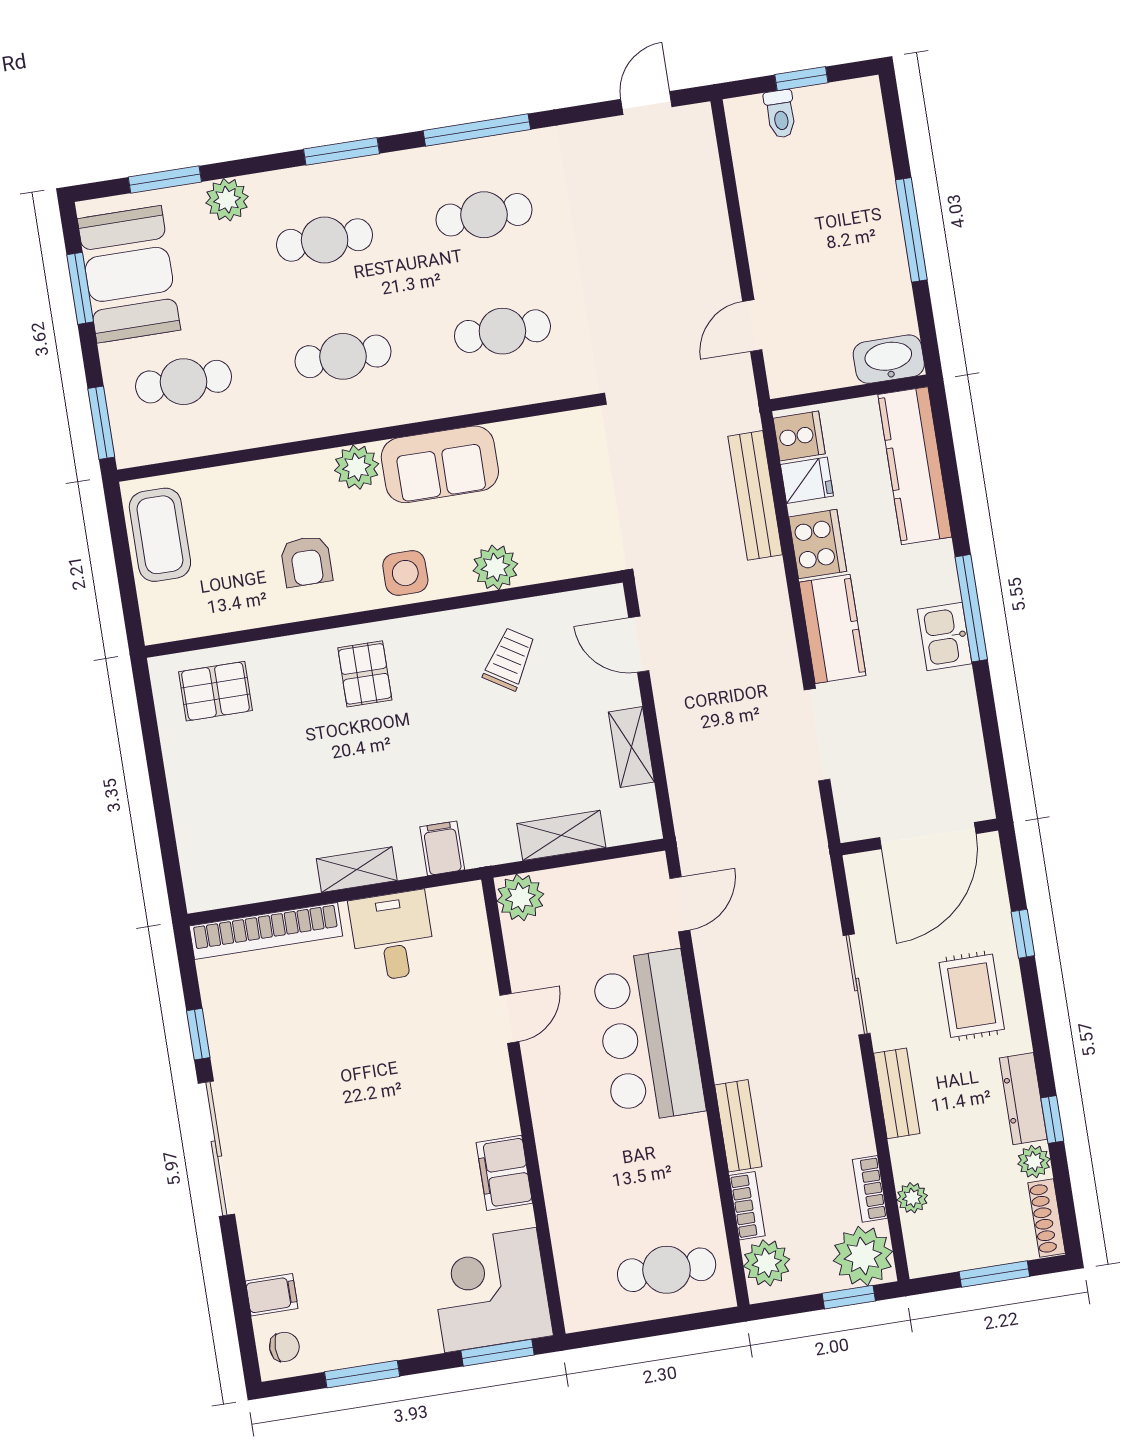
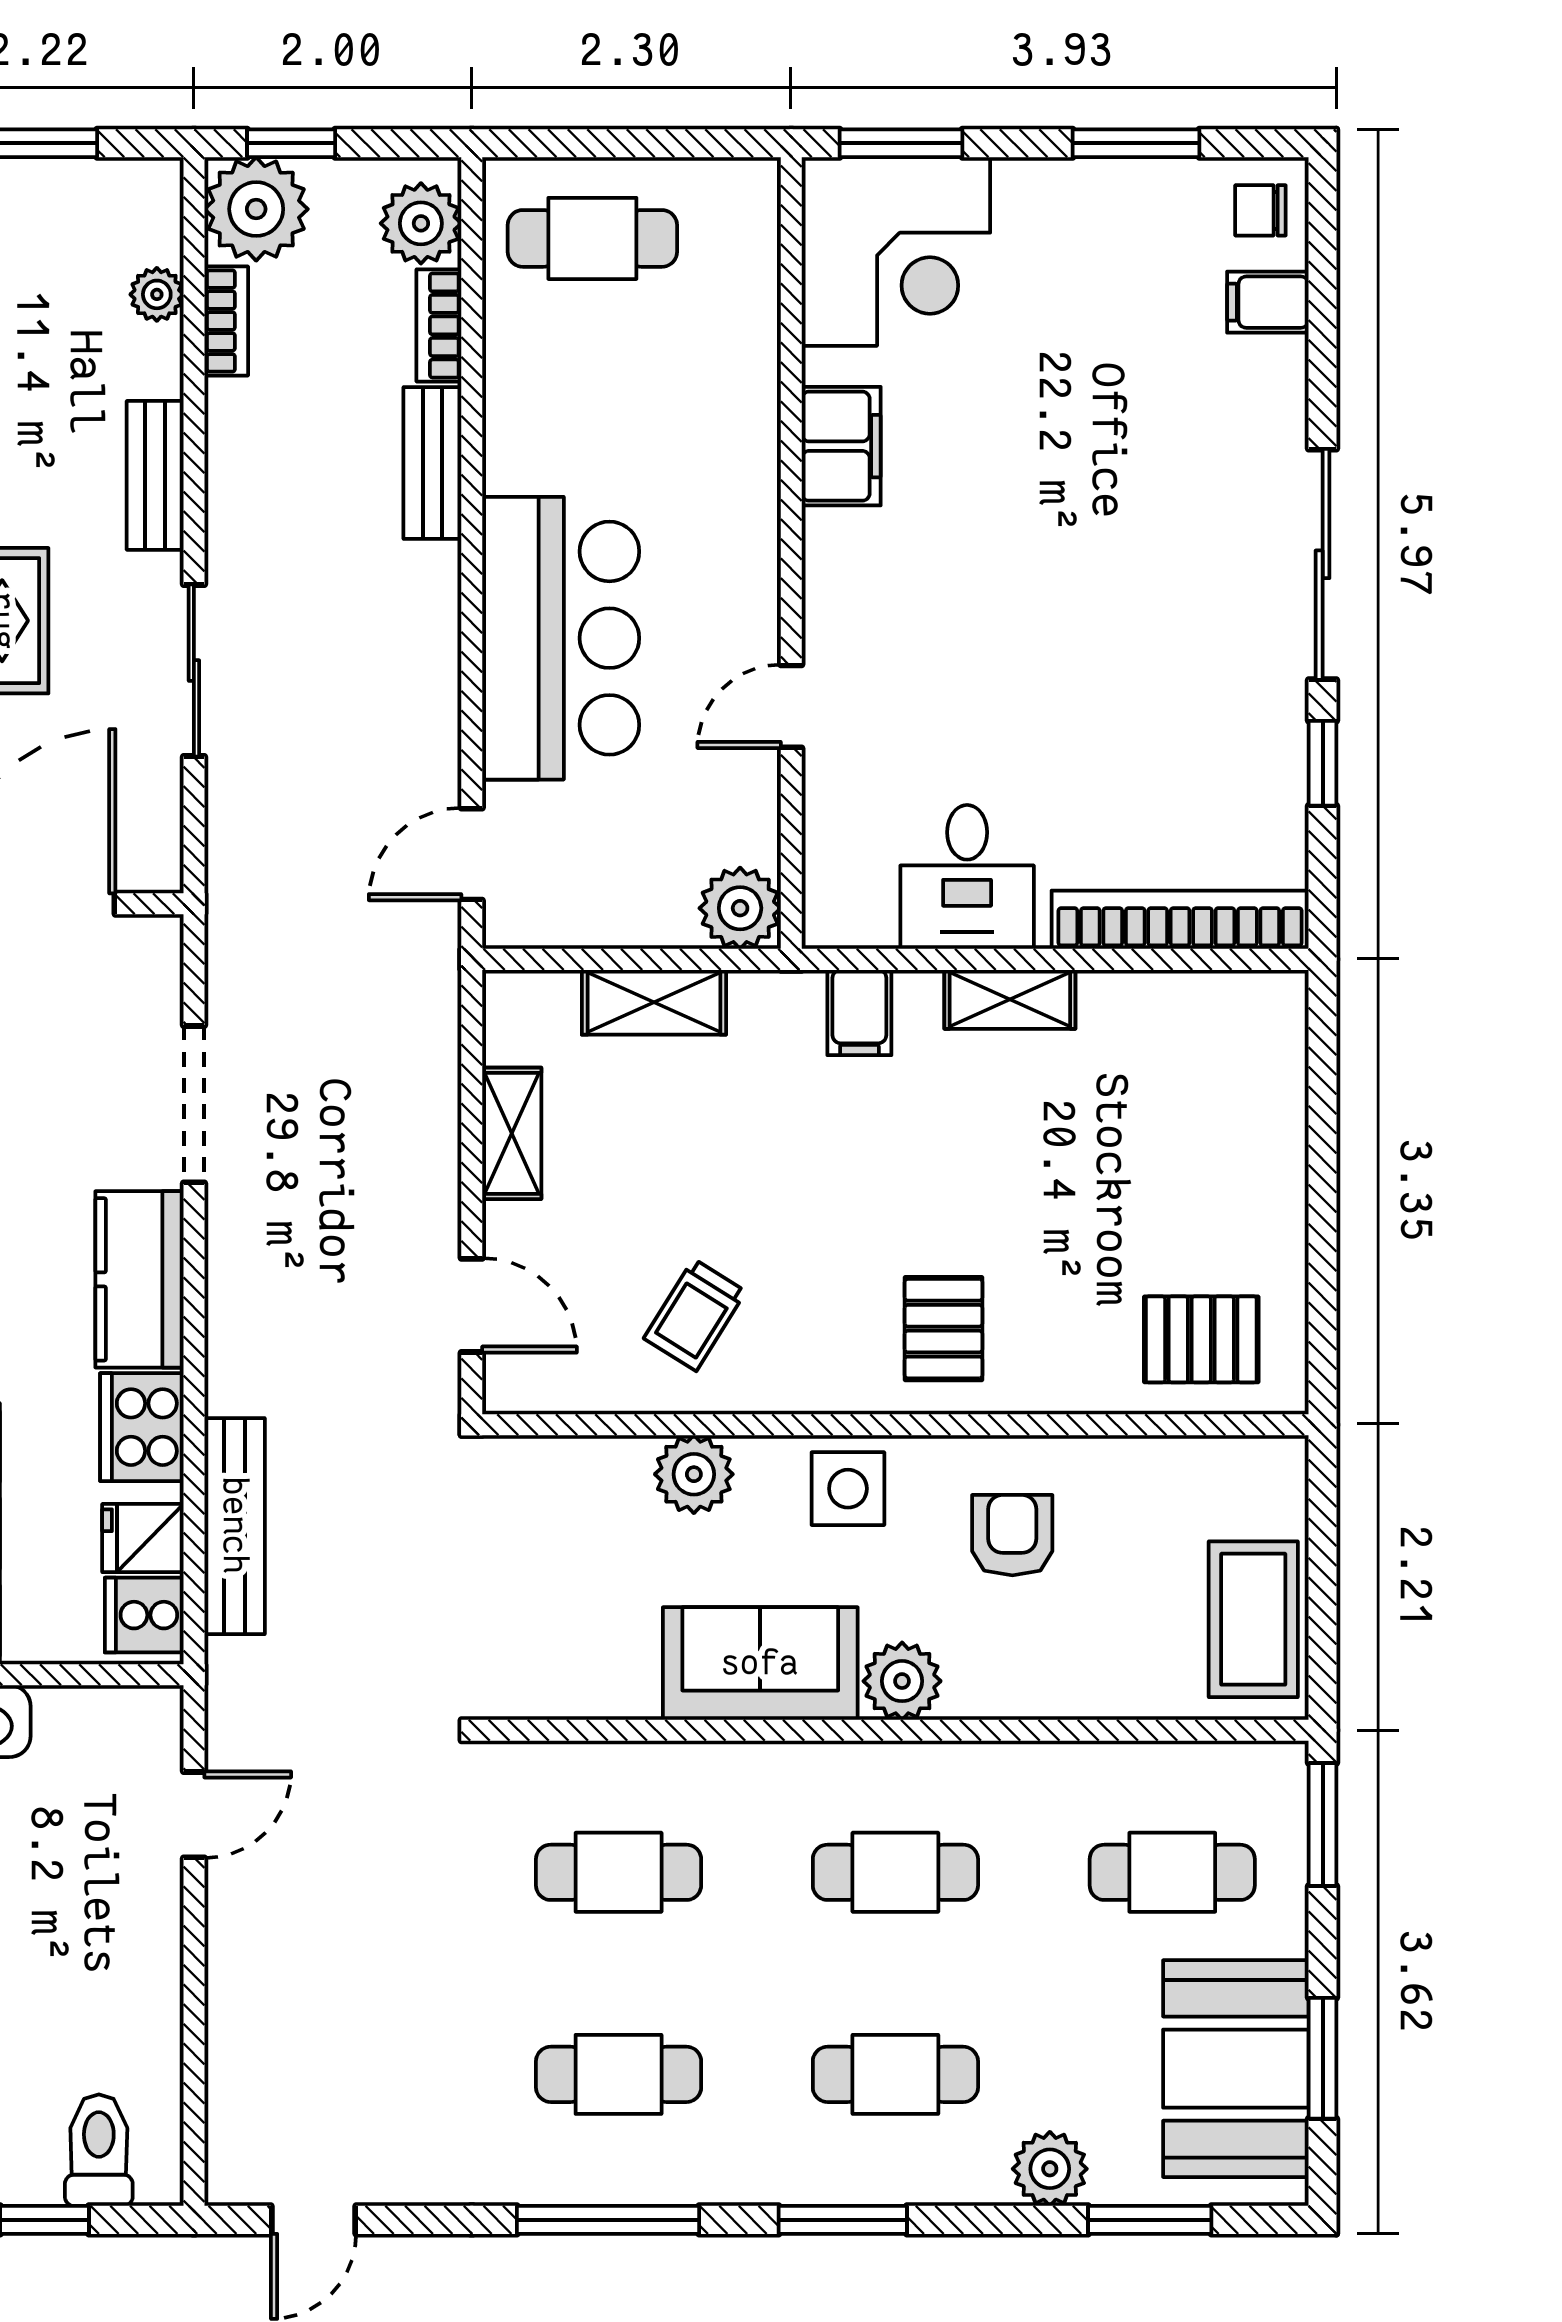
toilet: (780, 114) -> (99, 2150), width x1.37, depth x1.39

